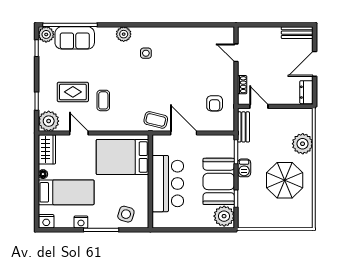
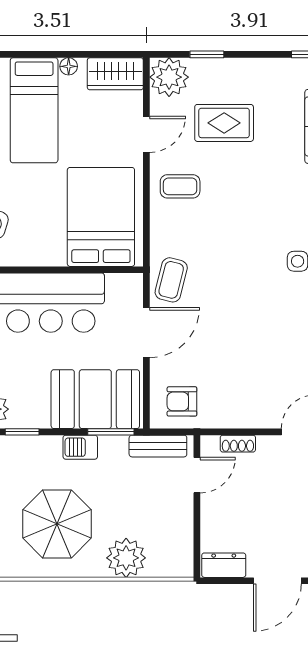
door: (315, 64) -> (277, 581), swing flipped
rug: (73, 92) -> (224, 123), turned 90
coffee table: (103, 100) -> (180, 186), moved
armchair: (215, 103) -> (182, 401), moved
booth: (219, 181) -> (95, 399), moved

